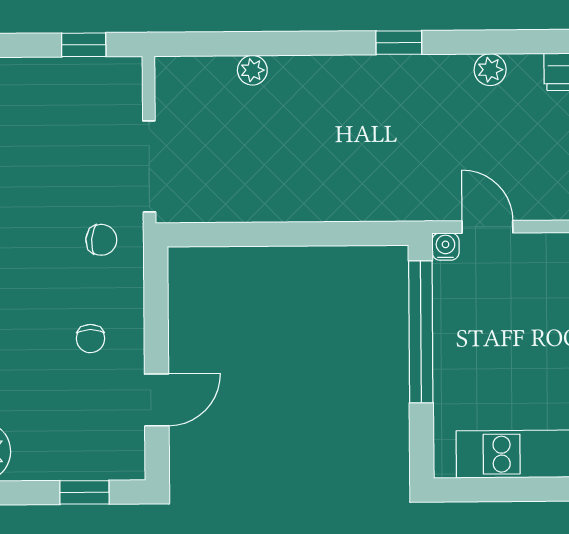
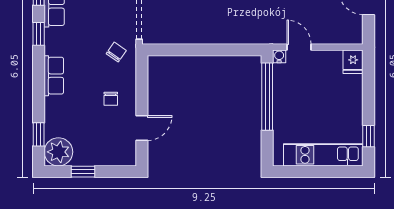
chair: (101, 240) -> (116, 52), turned -60
window: (84, 492) -> (83, 172), moved

